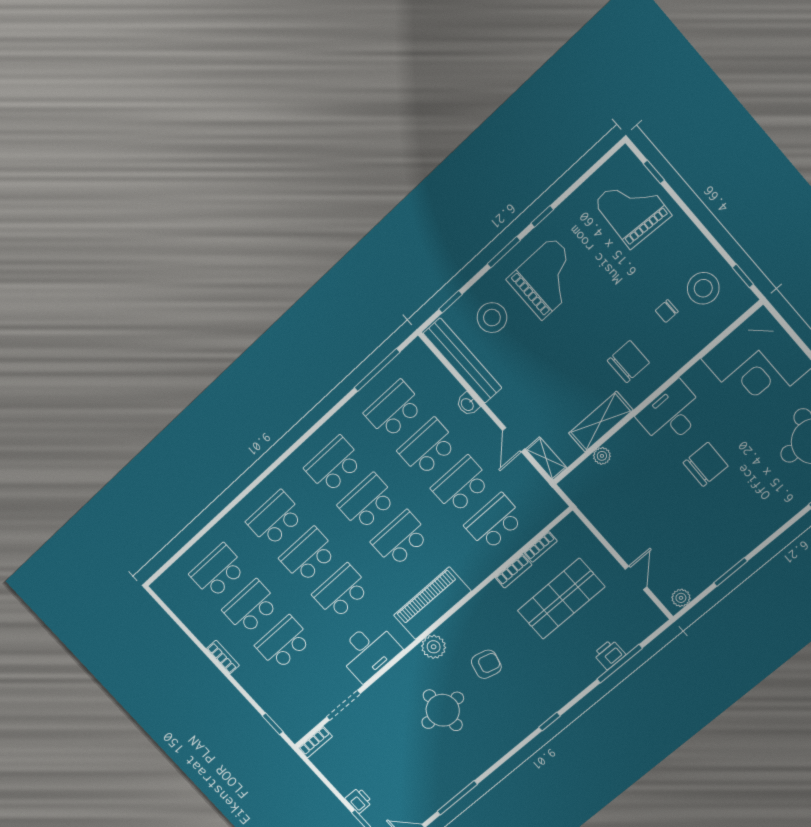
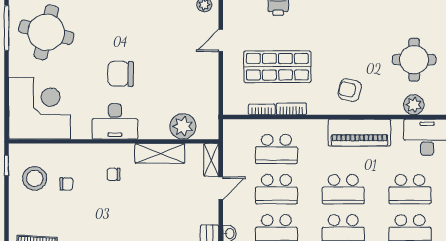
chair: (628, 362) -> (113, 174), width x0.54, depth x0.54
plant: (602, 456) -> (183, 126), width x1.88, depth x1.88
plant: (434, 647) -> (414, 105), moved
armchair: (486, 664) -> (350, 90), moved

